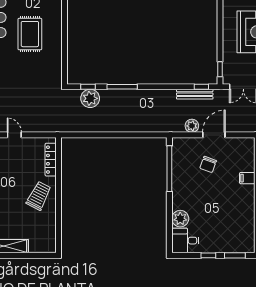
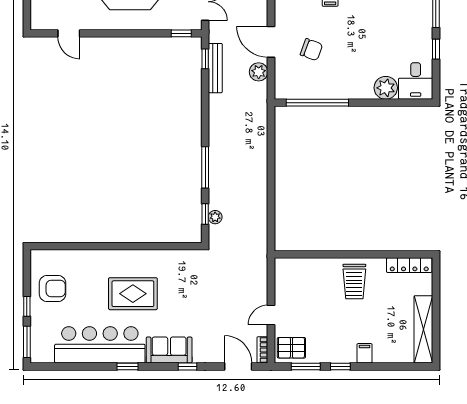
plant: (90, 98) -> (215, 217), width x0.53, depth x0.53
locker: (51, 160) -> (409, 265), moved
trolley: (39, 196) -> (354, 281), turned -117

